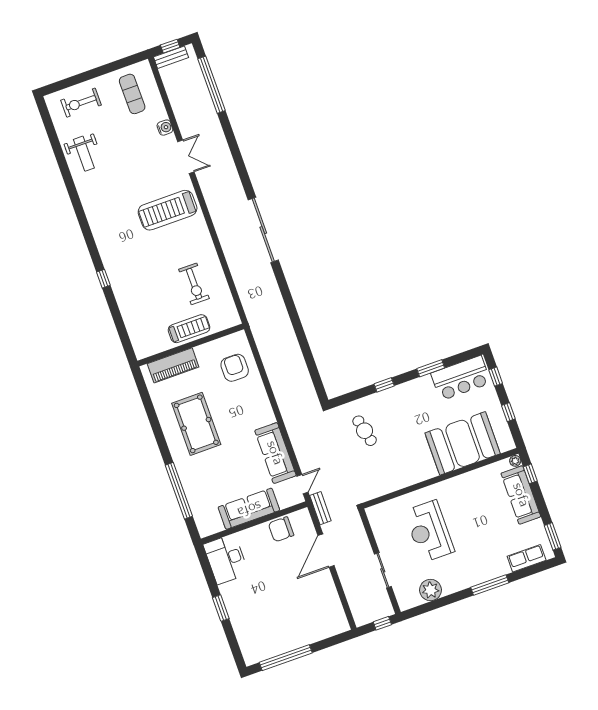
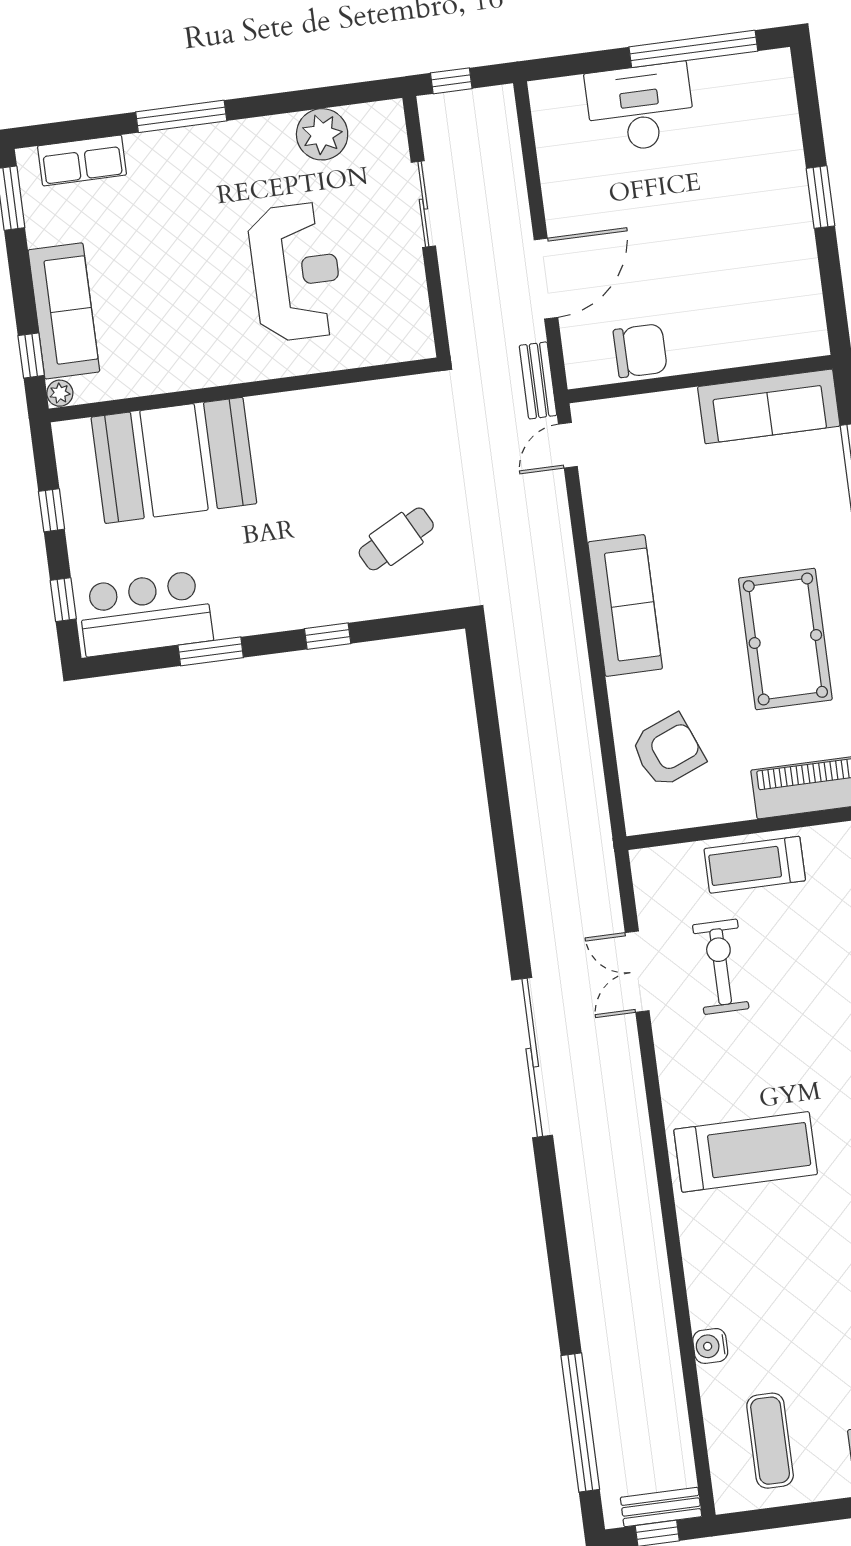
double door: (186, 157) -> (637, 972), moved
armchair: (235, 368) -> (668, 751), turned -112
cafe table: (365, 431) -> (396, 539), turned 75
sofa: (275, 453) -> (625, 605), moved
sofa: (249, 509) -> (769, 406), moved
desk: (226, 559) -> (640, 108), moved, turned -90

